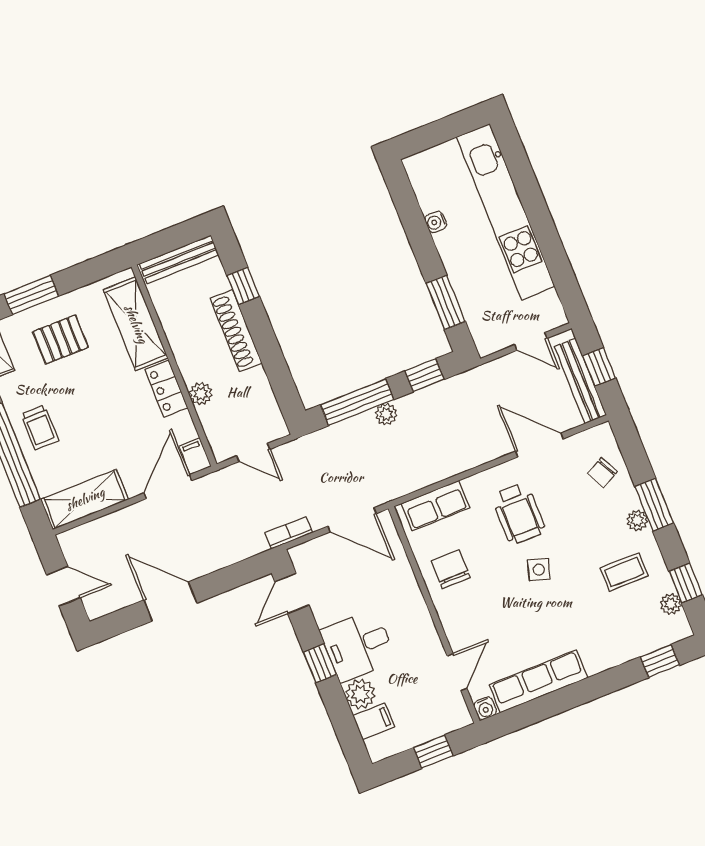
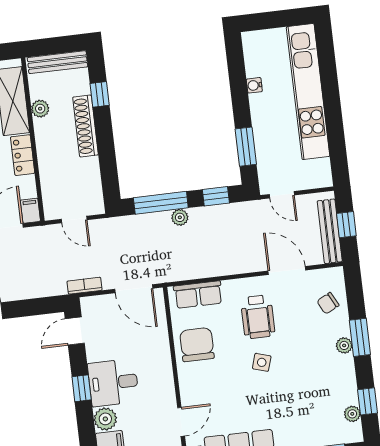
door: (531, 341) -> (282, 195), moved
plant: (201, 394) -> (40, 109), moved
chair: (451, 569) -> (197, 345), width x1.37, depth x1.37
coffee table: (624, 572) -> (324, 381), removed

